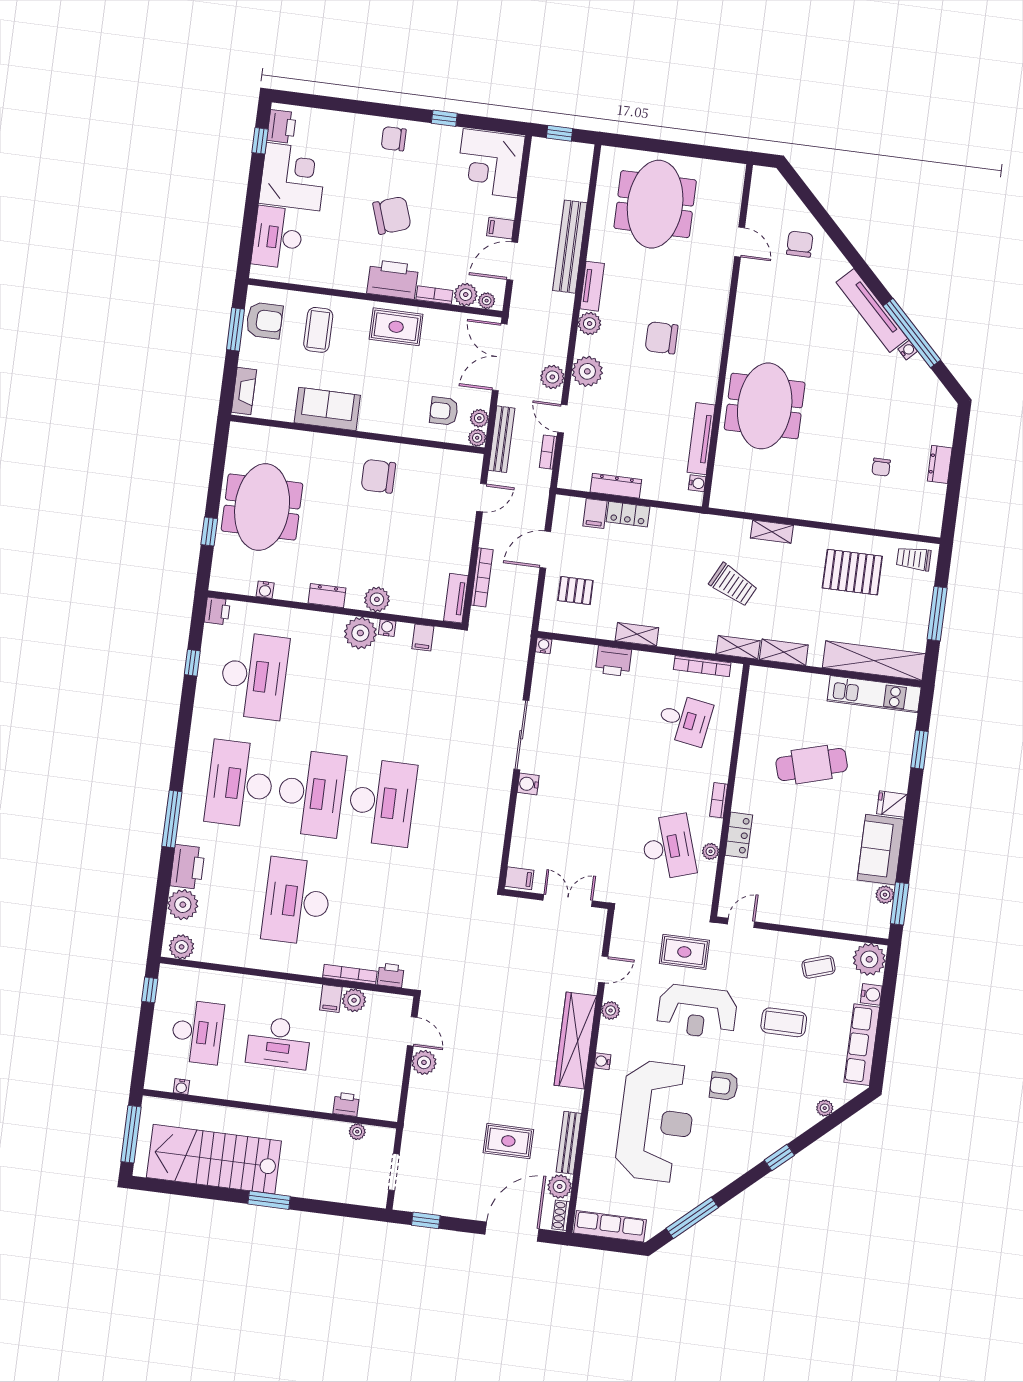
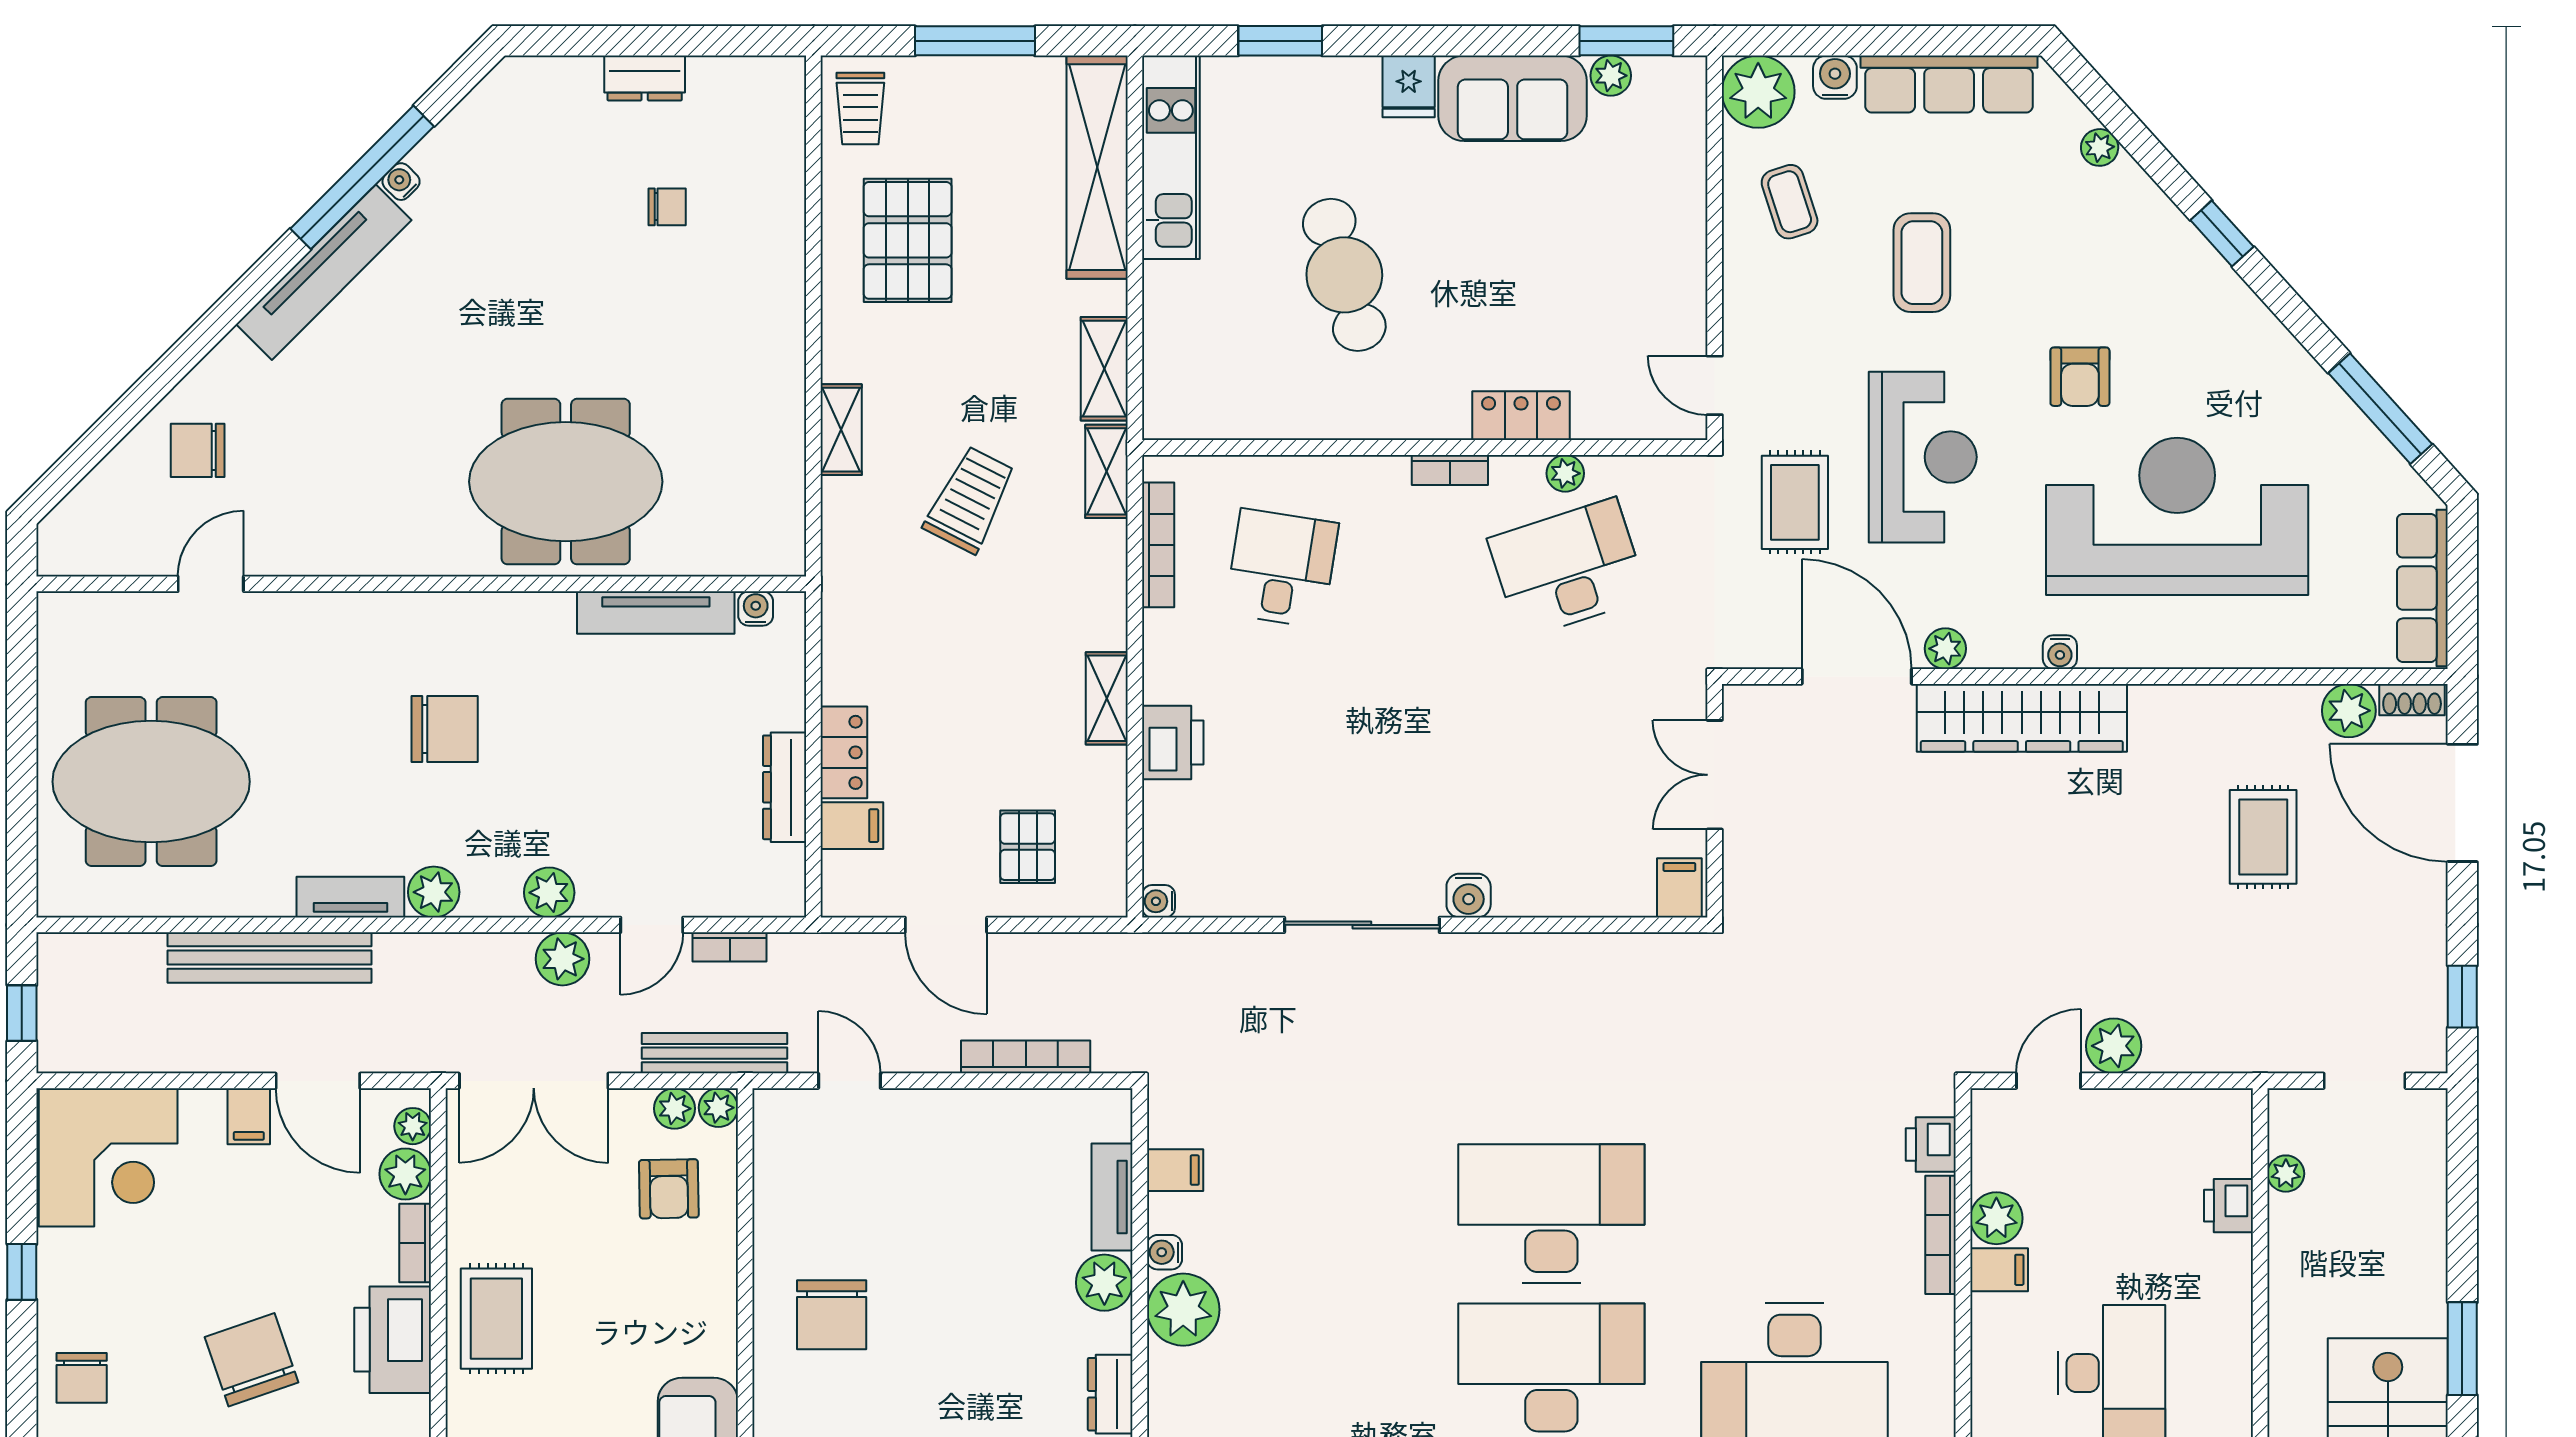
chair: (662, 338) -> (445, 729), turned -90
plant: (587, 371) -> (549, 893), width x0.73, depth x0.73
tv unit: (456, 598) -> (1112, 1197), moved, turned 90
door: (603, 969) -> (1857, 676), width x1.87
bench: (569, 1143) -> (2250, 703), removed

